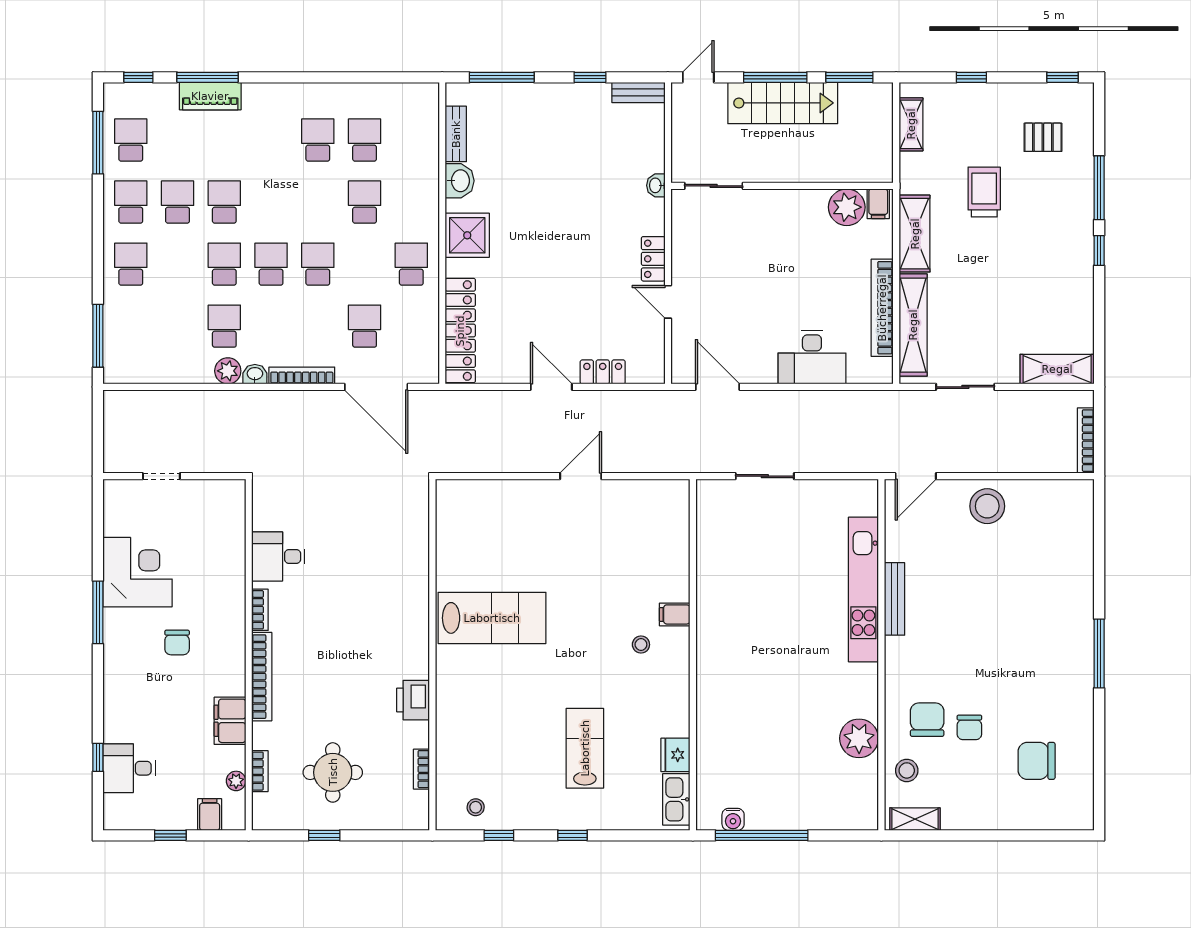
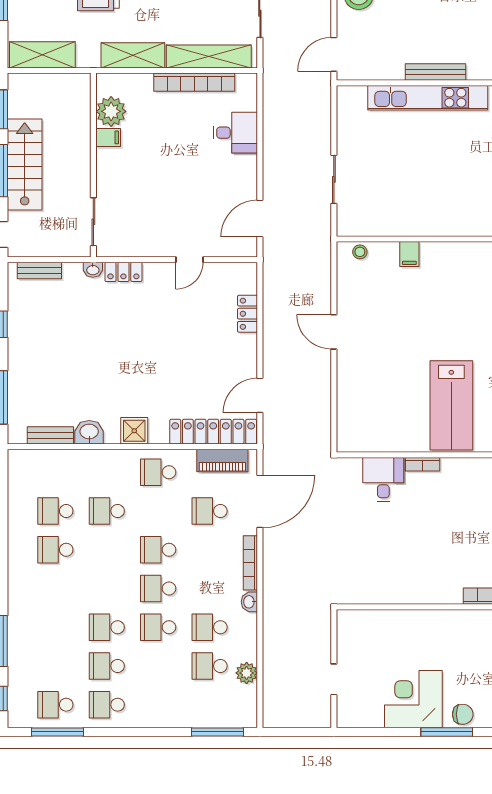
bench: (638, 92) -> (39, 270), moved, turned 90
piano: (210, 96) -> (222, 461), moved, turned 90
shelving: (911, 124) -> (42, 55), width x1.50, depth x1.33
filing cabinet: (878, 204) -> (108, 137), moved
shower: (467, 235) -> (134, 431), width x0.73, depth x0.73
locker: (653, 259) -> (123, 272), moved
school desk: (131, 264) -> (210, 666), moved
desk: (812, 357) -> (235, 133), width x0.73
plant: (228, 371) -> (247, 673), moved
door: (551, 387) -> (260, 395), moved
door: (916, 476) -> (334, 54), swing flipped
desk: (278, 556) -> (383, 479), moved, turned 180
bookcase: (260, 610) -> (422, 464), moved, turned 180
filing cabinet: (675, 614) -> (409, 254), moved
lab bench: (492, 618) -> (451, 405), turned 180
chair: (177, 642) -> (463, 714), moved
stool: (641, 645) -> (360, 252), moved

